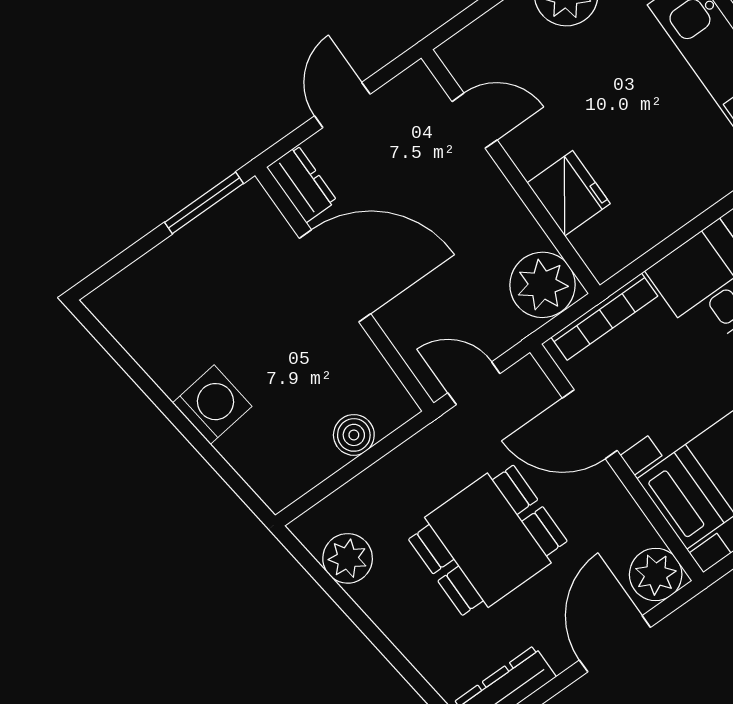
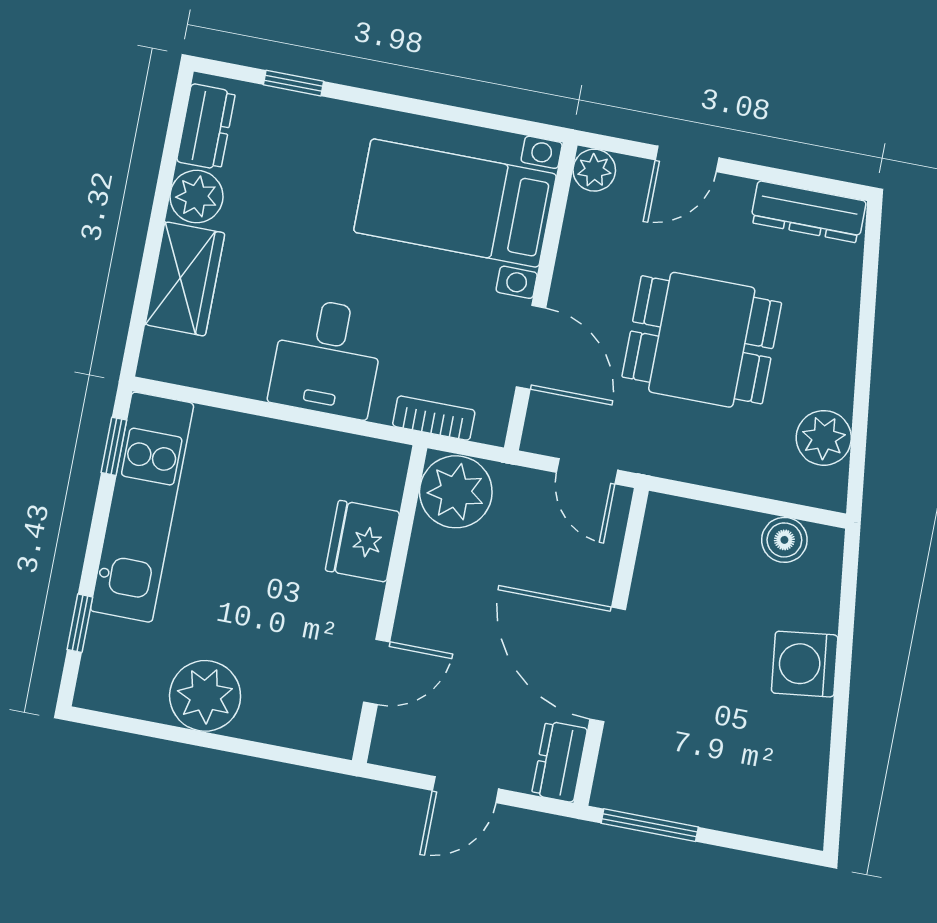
door: (475, 121) -> (377, 672), swing flipped
bookcase: (604, 317) -> (434, 418), width x0.64
boiler: (354, 435) -> (784, 540), moved
plant: (656, 574) -> (594, 170), width x0.73, depth x0.73
door: (615, 644) -> (687, 159), width x0.73

